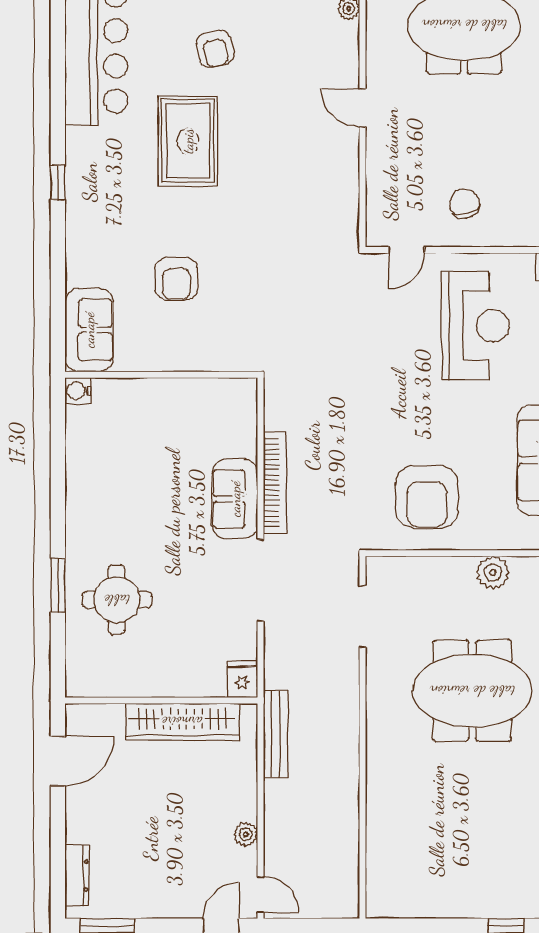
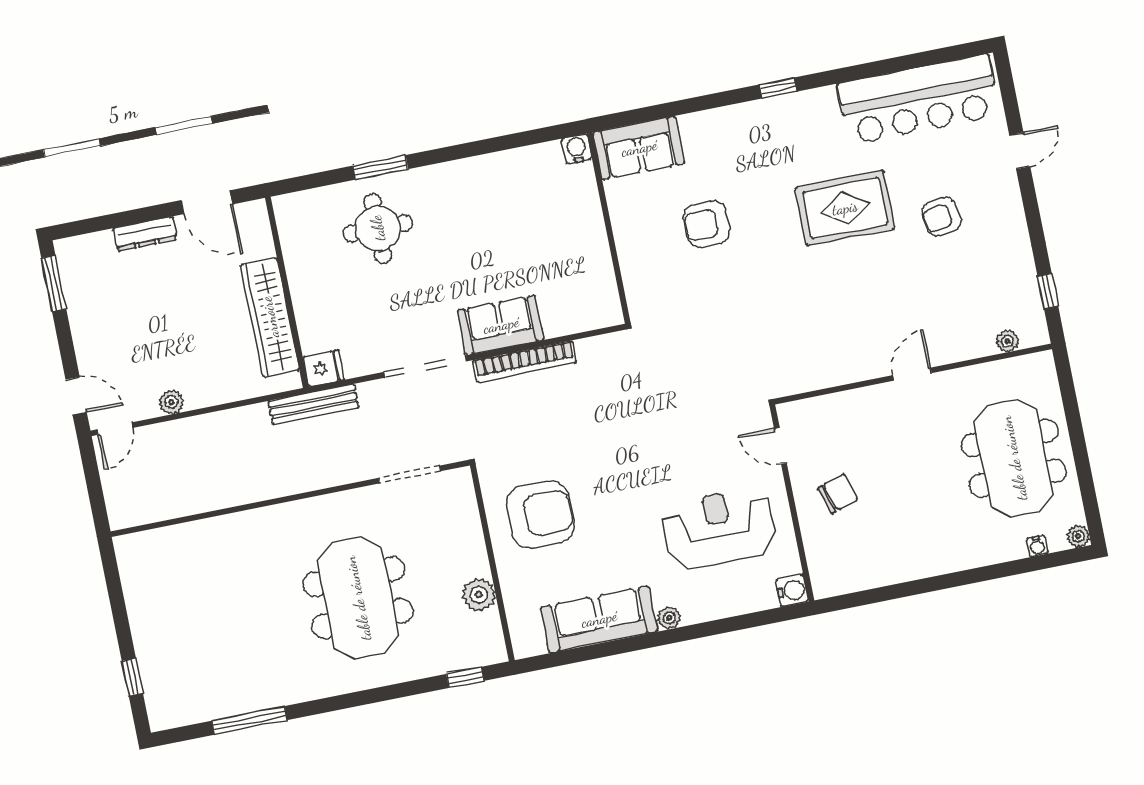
reception desk: (475, 326) -> (719, 529), turned 180
armchair: (427, 497) -> (541, 515), turned 180
bench: (276, 734) -> (313, 404), moved
dresser: (77, 876) -> (145, 234), moved

